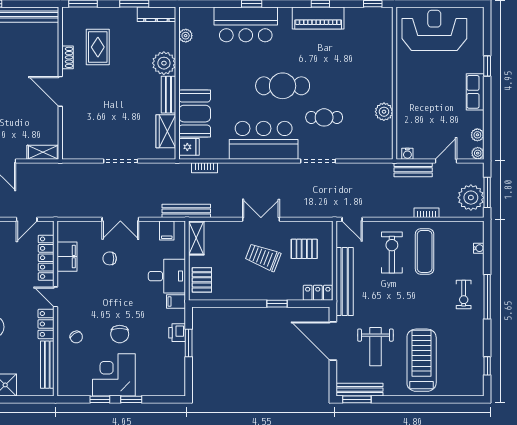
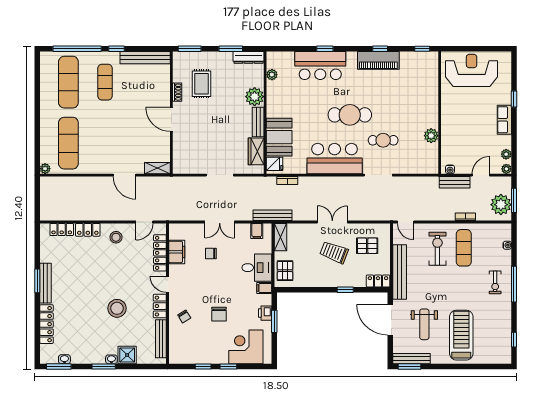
corner desk: (114, 375) -> (246, 347), moved

